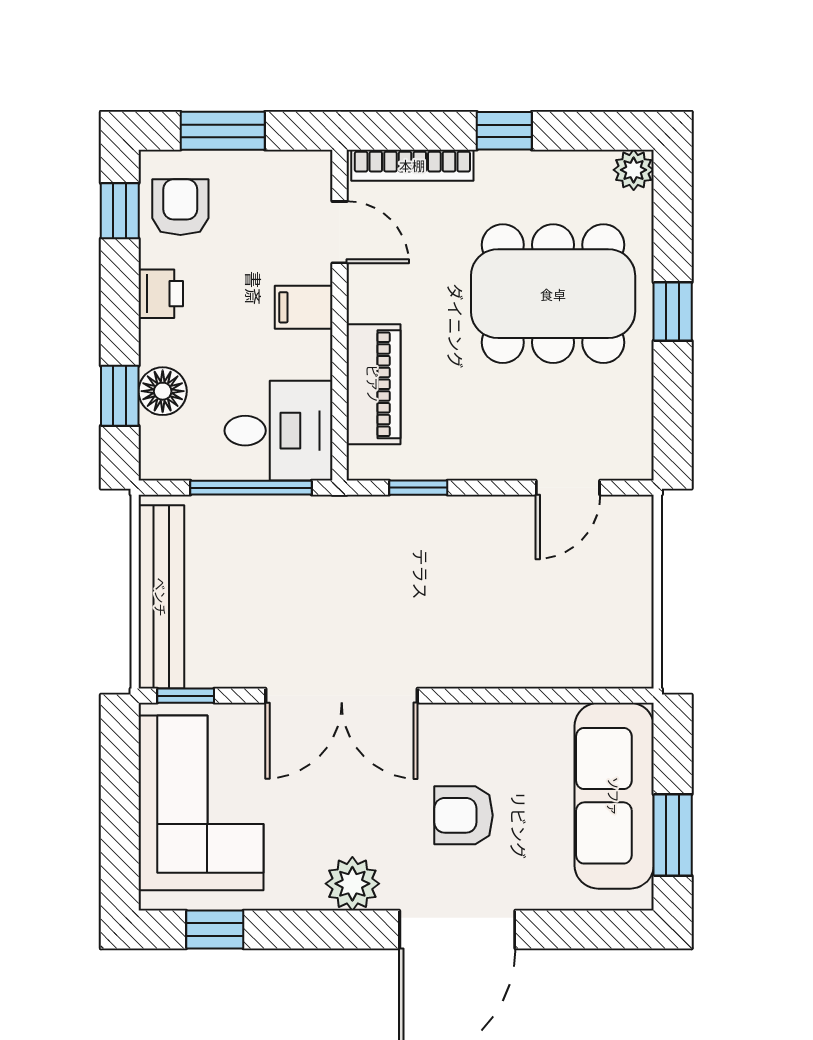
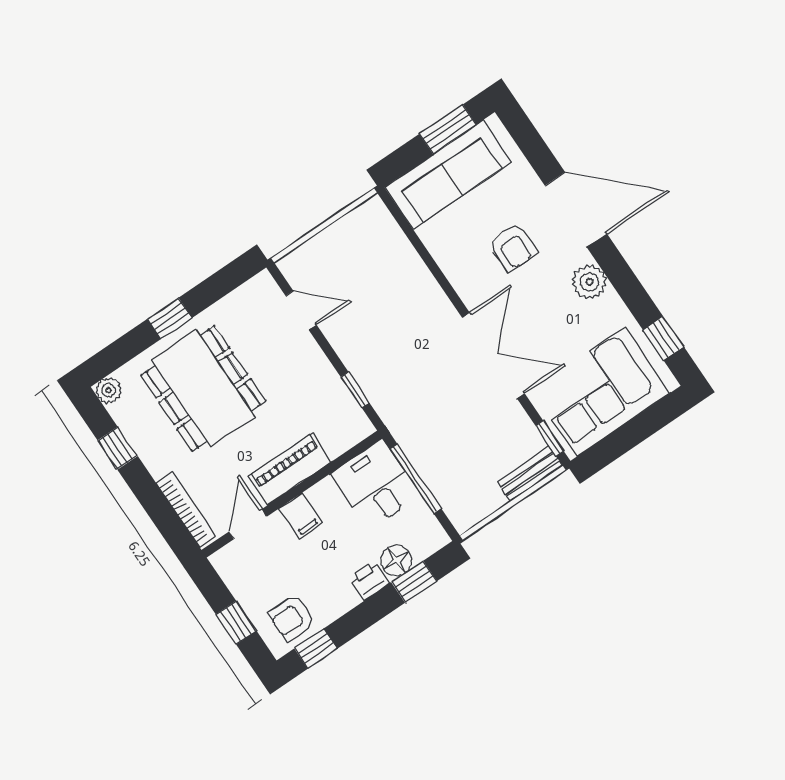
window: (223, 131) -> (236, 623), width x0.67
window: (504, 131) -> (118, 448), moved
printer: (161, 294) -> (369, 580), moved
piano: (373, 384) -> (290, 469), moved
bench: (161, 597) -> (530, 474), width x0.54, depth x0.82

